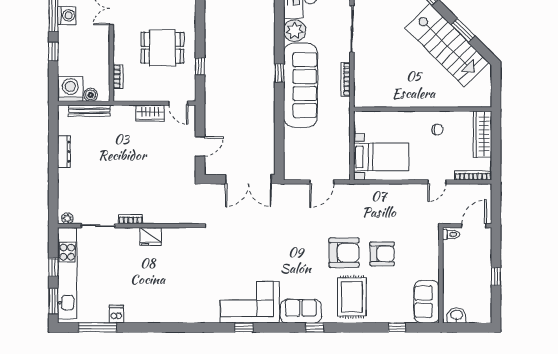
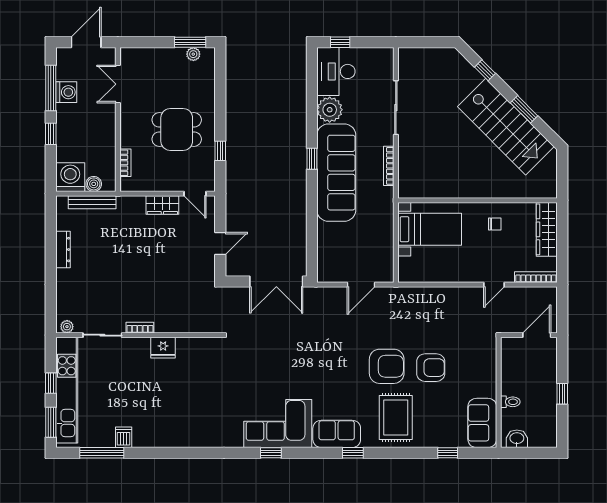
bed with nightstands: (381, 157) -> (430, 229), moved
toilet: (451, 234) -> (510, 402), moved

